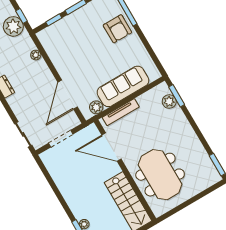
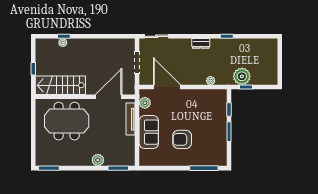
armchair: (117, 29) -> (182, 139), moved
sofa: (123, 86) -> (149, 132), width x0.73
plant: (169, 101) -> (98, 160), moved

